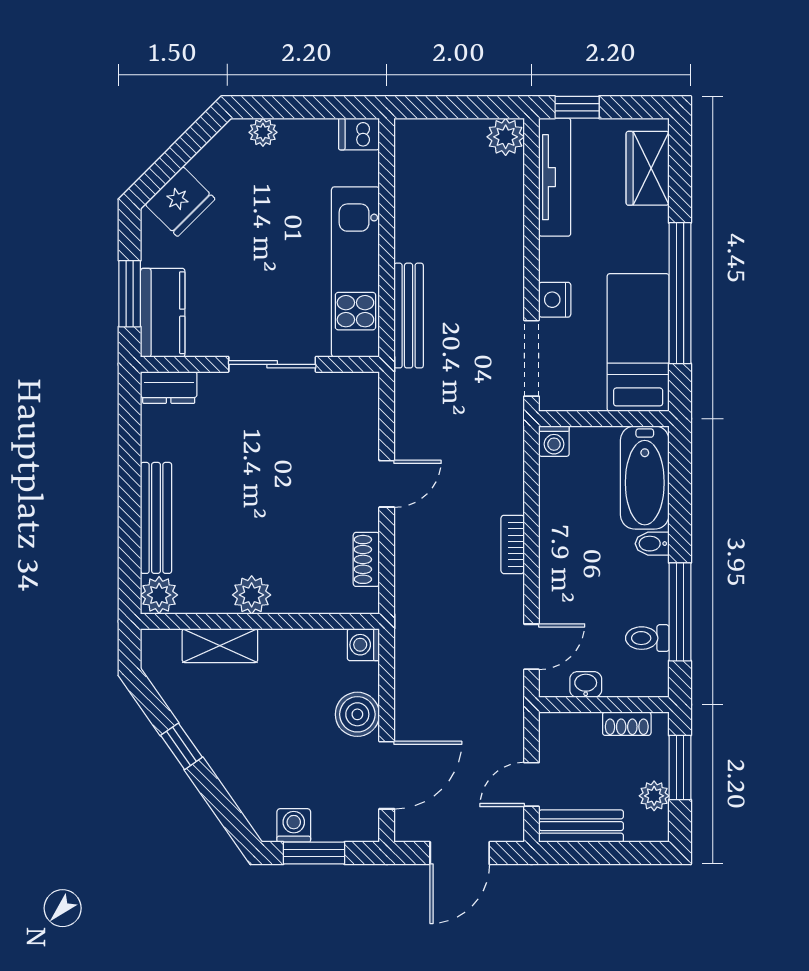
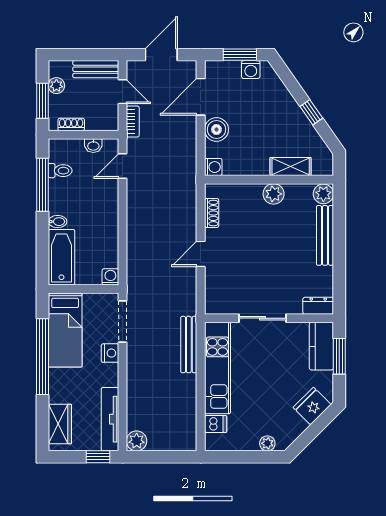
dishwasher: (359, 134) -> (216, 424), moved
bookcase: (513, 544) -> (133, 121), moved
door: (532, 784) -> (123, 92), hinge flipped

